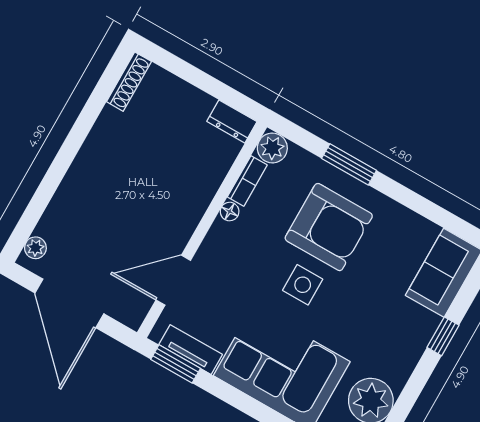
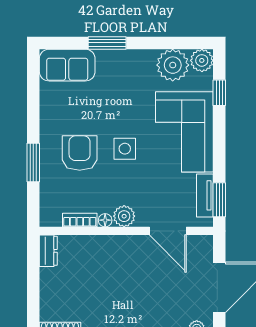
plant: (272, 148) -> (124, 216), moved
armchair: (329, 227) -> (80, 153), width x0.73, depth x0.73
window: (443, 336) -> (107, 43), width x1.50

